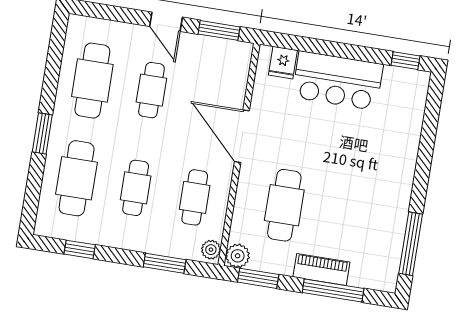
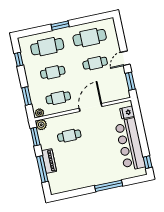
bar counter: (338, 81) -> (130, 144), width x1.36
cafe table: (284, 205) -> (69, 136), width x0.73, depth x0.74
window: (411, 244) -> (109, 186), moved

